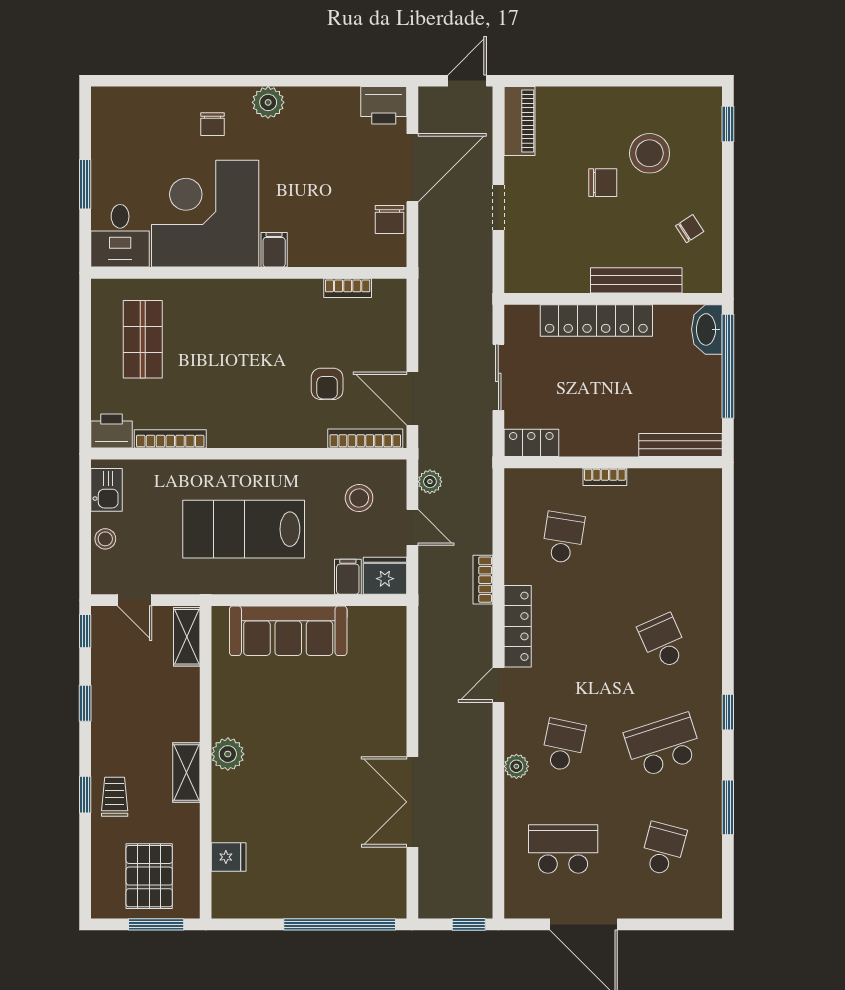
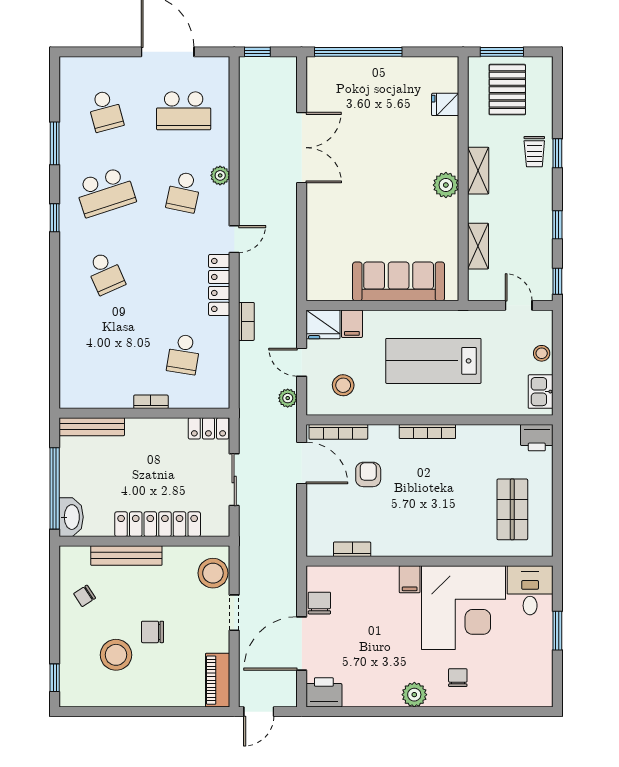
stool: (526, 258) -> (213, 573), added
bookcase: (170, 439) -> (427, 432), moved
lab bench: (244, 529) -> (433, 361), turned 180
shelving: (187, 637) -> (478, 246), moved
school desk: (663, 849) -> (105, 111), turned -30

